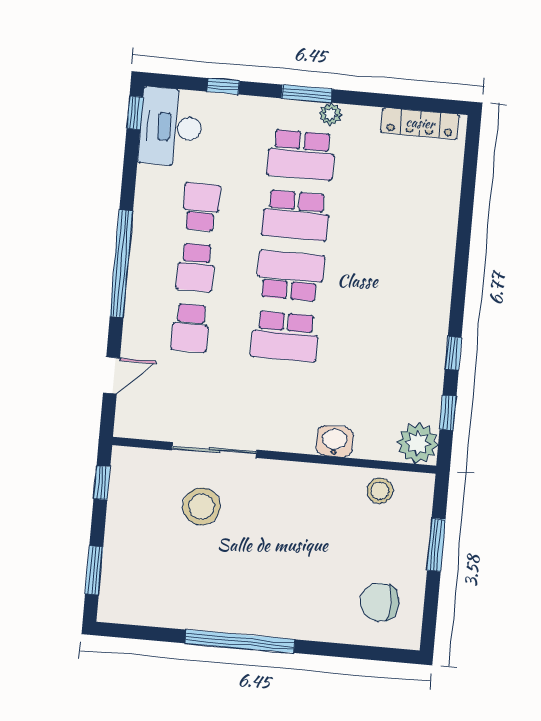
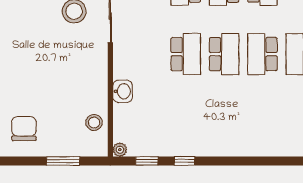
school desk: (285, 336) -> (186, 54), turned 180
plant: (418, 443) -> (120, 150), width x0.53, depth x0.53

